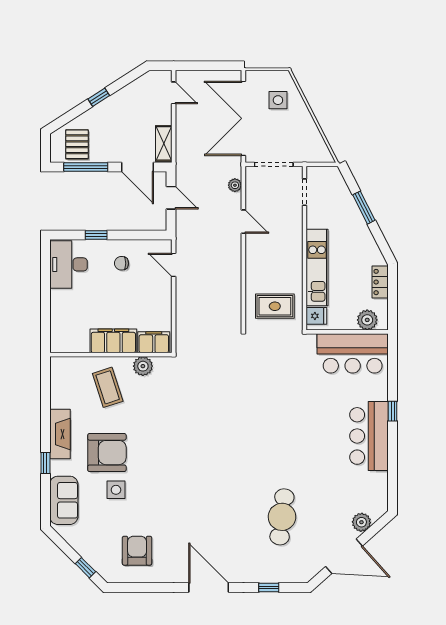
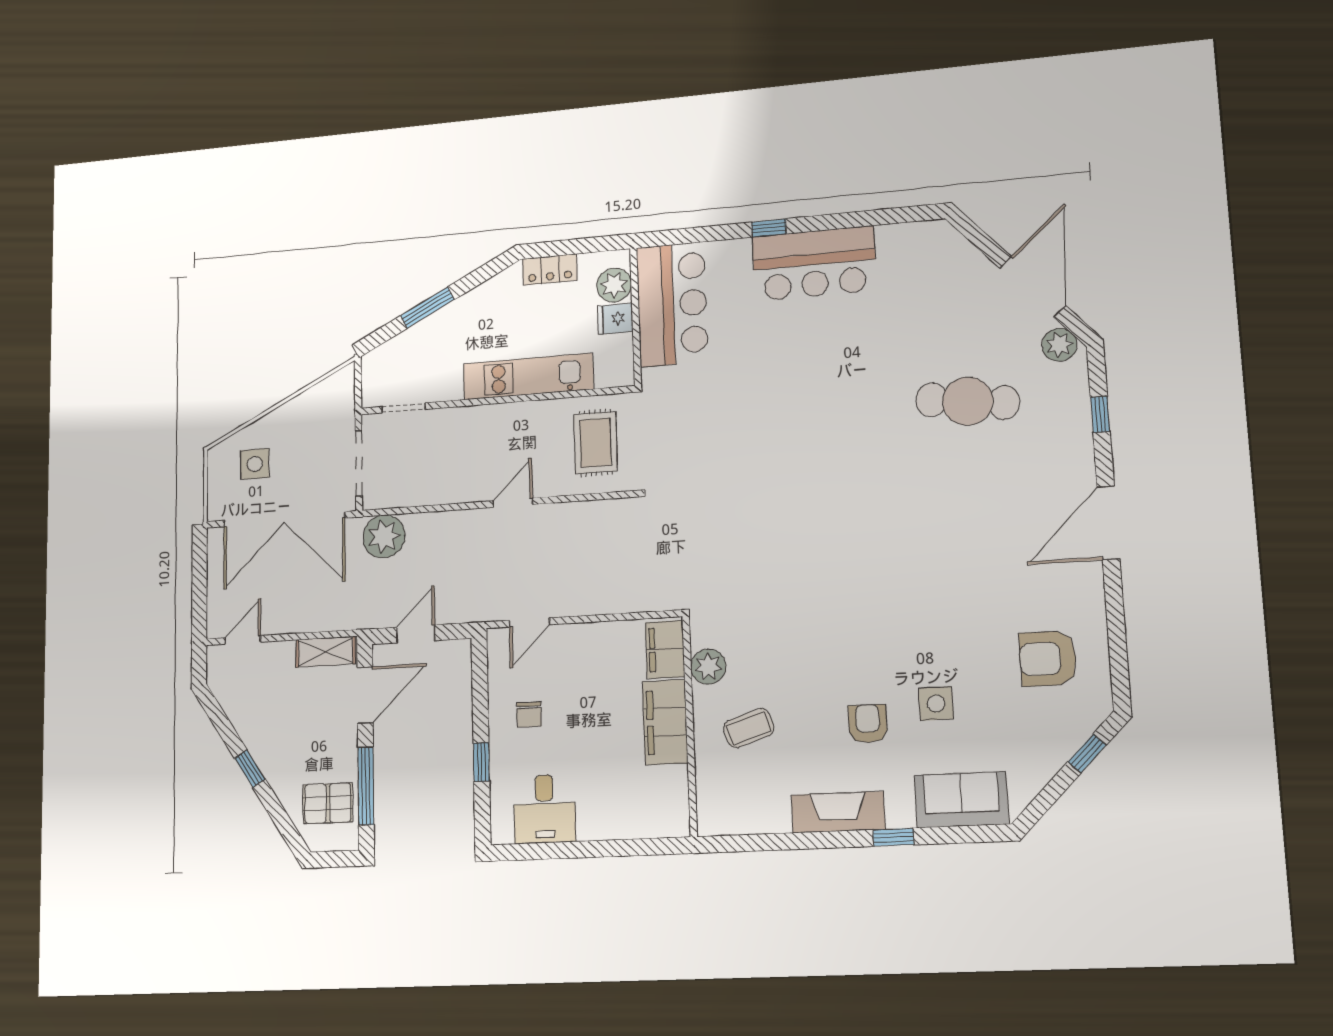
plant: (235, 185) -> (384, 536), width x1.88, depth x1.88
door: (243, 222) -> (513, 503), moved
desk: (69, 264) -> (545, 809), width x0.73
fridge: (316, 316) -> (615, 319), moved, turned -90
coffee table: (108, 387) -> (749, 728), width x0.73, depth x0.77
armchair: (107, 453) -> (868, 724), width x0.53, depth x0.53
plant: (361, 522) -> (1059, 345), moved

